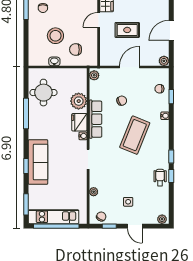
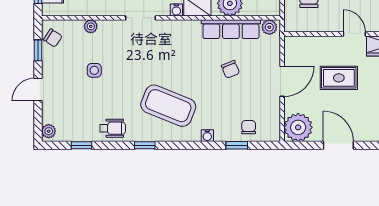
rug: (127, 30) -> (339, 78), turned 90
plant: (164, 61) -> (298, 127), width x1.88, depth x1.88
door: (129, 67) -> (282, 81), hinge flipped
row of seats: (95, 119) -> (231, 29), moved
coffee table: (135, 135) -> (168, 106), moved
window: (171, 176) -> (81, 145), moved
side table: (128, 202) -> (94, 70), moved

